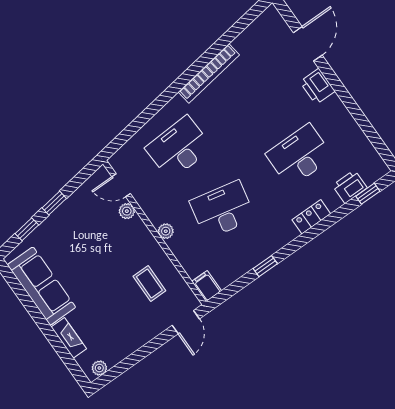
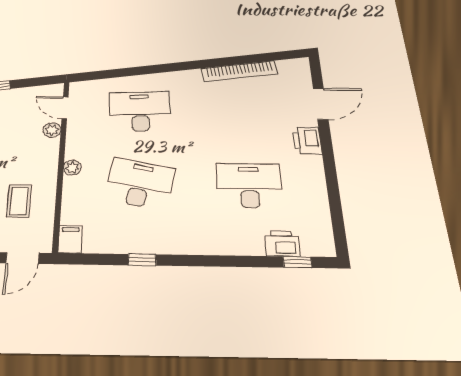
bookcase: (209, 73) -> (240, 71), moved
locker: (311, 217) -> (223, 246), removed

